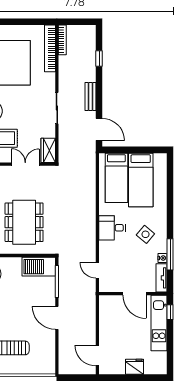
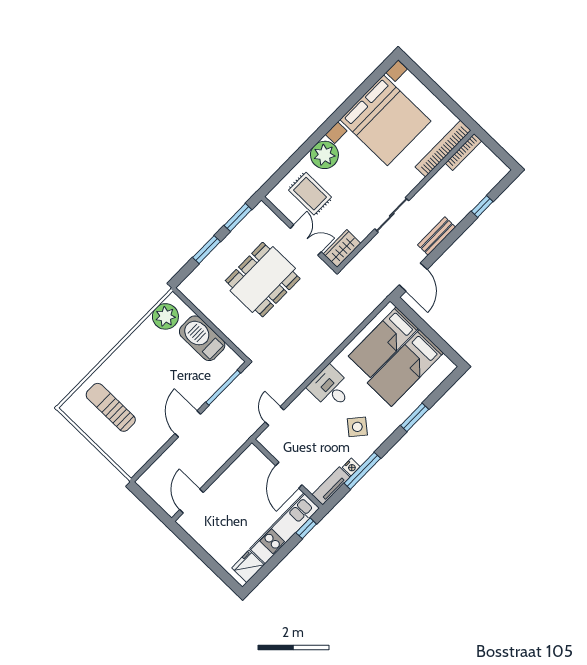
window: (170, 201) -> (415, 417), added
dining table: (24, 222) -> (263, 280), moved
barbecue: (39, 267) -> (202, 338), moved
fridge: (134, 367) -> (248, 566), moved, turned -90

